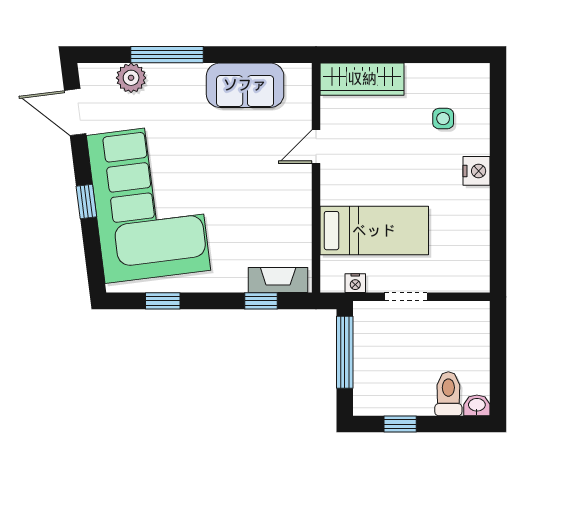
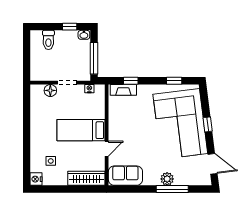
plant: (131, 78) -> (167, 179), moved
sofa: (245, 85) -> (125, 176), moved
nightstand: (476, 171) -> (36, 179), moved
bed: (374, 231) -> (81, 130), moved
floor lamp: (444, 279) -> (50, 90), added
washbasin: (477, 405) -> (84, 35), moved

